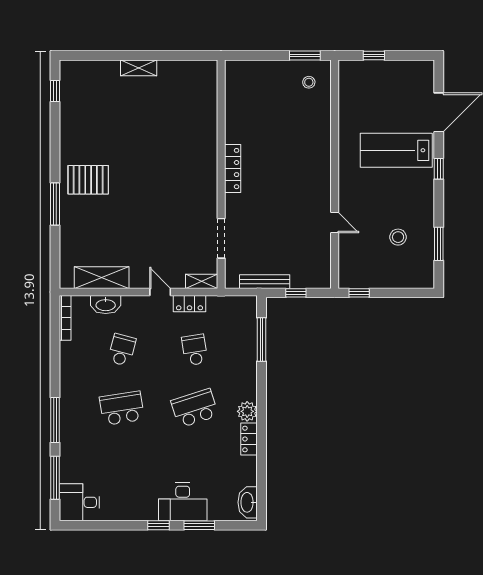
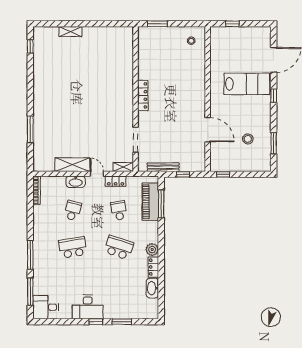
window: (305, 55) -> (157, 24), moved
shelving: (139, 68) -> (70, 32), moved
lab bench: (396, 150) -> (247, 84), turned 180
pallet: (88, 180) -> (51, 103), removed
window: (55, 204) -> (30, 129), moved
door: (335, 223) -> (208, 130), width x1.88
shelving: (102, 278) -> (72, 165), moved
washbasin: (106, 305) -> (76, 182), moved
piano: (244, 336) -> (150, 202), added
school desk: (195, 408) -> (119, 247), turned 36
desk: (183, 502) -> (88, 307), moved
washbasin: (248, 502) -> (152, 288), moved

